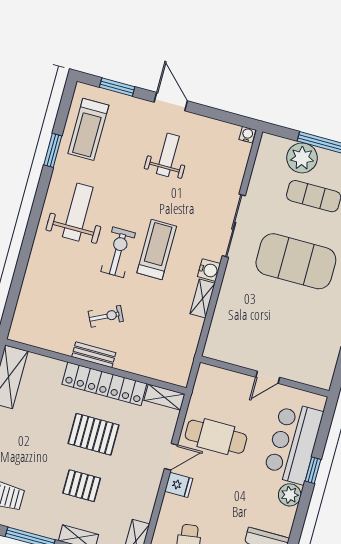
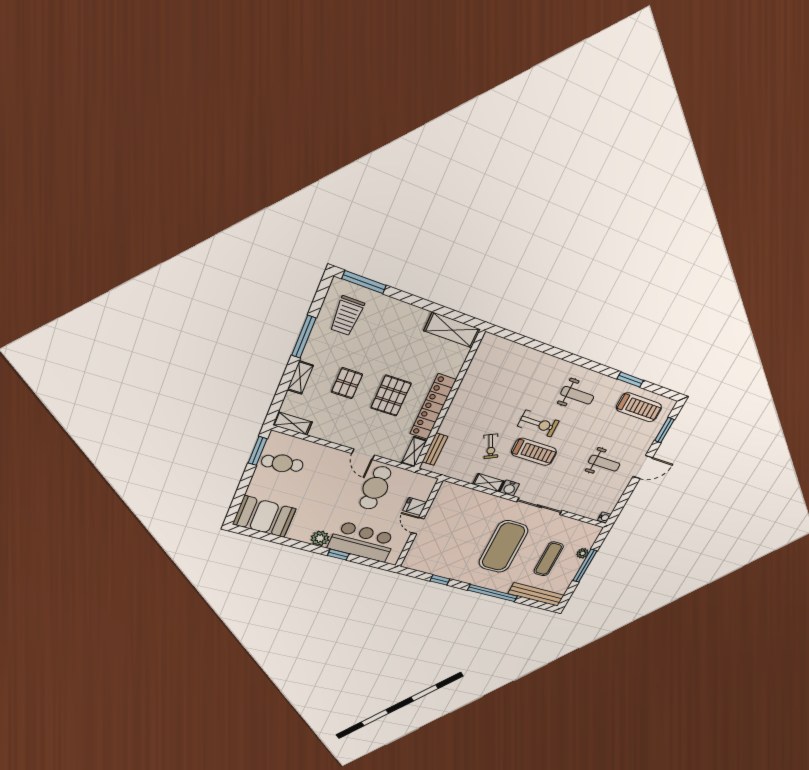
treadmill: (88, 129) -> (639, 407), turned 180
plant: (302, 158) -> (583, 553), width x0.53, depth x0.53
weight bench: (78, 212) -> (577, 395), width x0.73, depth x0.75
exercise bike: (106, 316) -> (491, 446), moved
bench: (94, 355) -> (435, 449), moved
fridge: (179, 485) -> (415, 506), moved, turned 90

